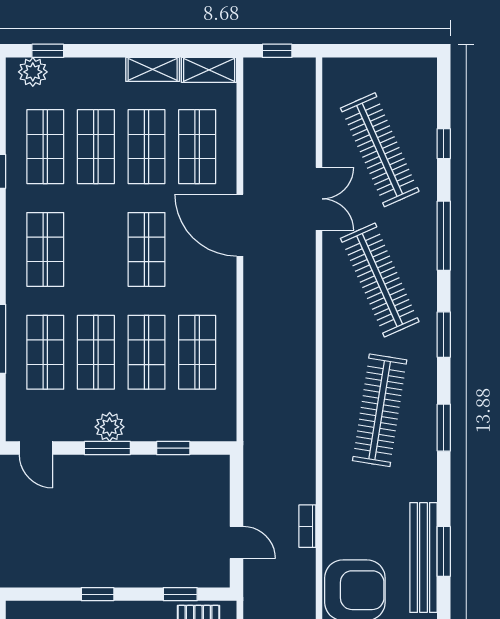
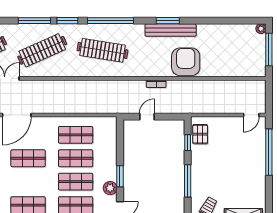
window: (444, 236) -> (34, 21), moved
plant: (110, 427) -> (110, 188), moved
window: (444, 428) -> (110, 21), width x2.11
window: (173, 448) -> (120, 146), removed
door: (236, 543) -> (147, 117), moved
window: (98, 594) -> (188, 181), width x2.17

